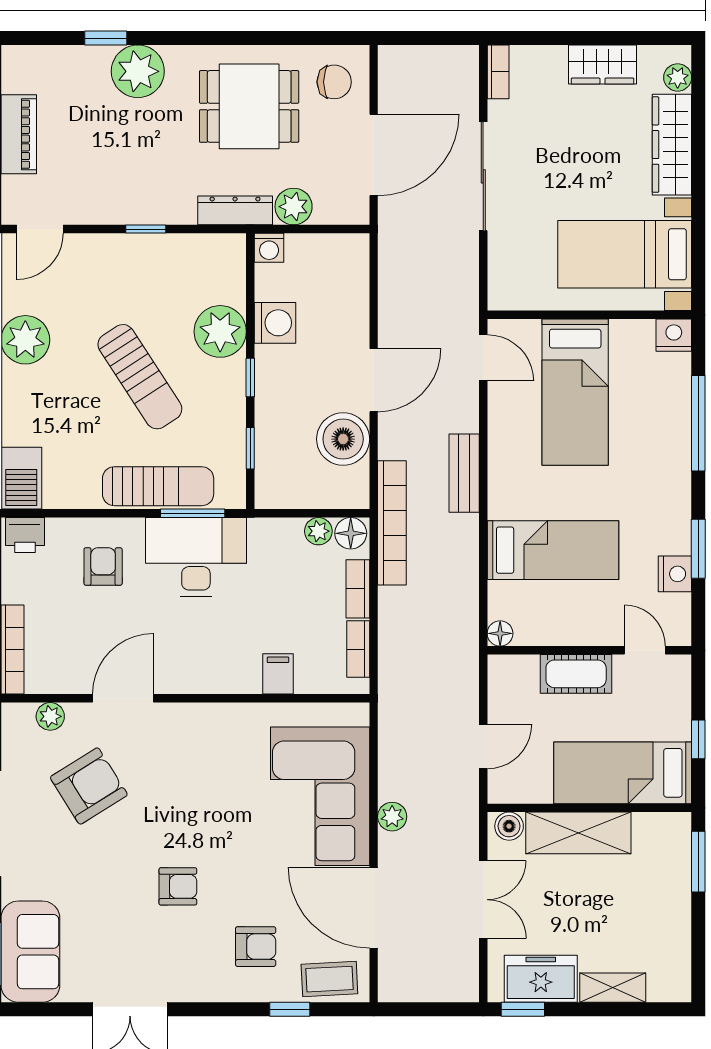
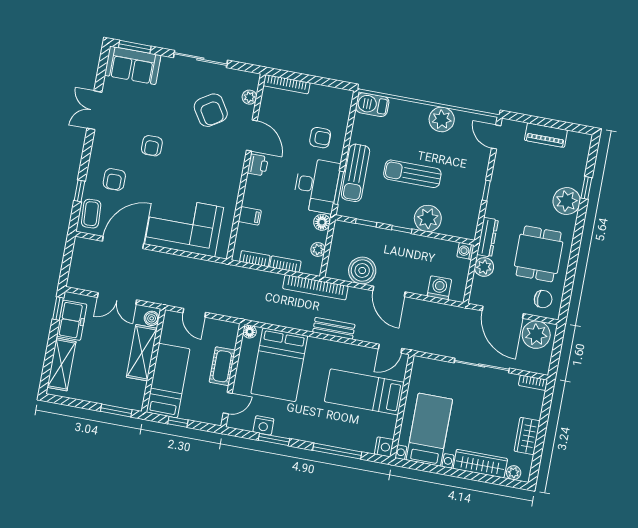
chair: (334, 82) -> (543, 299), turned -90
washing machine: (275, 323) -> (439, 288), moved, turned 180
sun lounger: (140, 377) -> (412, 174), turned 33
floor lamp: (351, 533) -> (322, 222), moved
printer: (25, 535) -> (258, 165), moved, turned 180
bed: (553, 550) -> (279, 365), width x1.50
plant: (392, 817) -> (536, 335), moved, width x1.87, depth x1.87
shelving: (613, 988) -> (62, 364), width x1.50, depth x1.33

